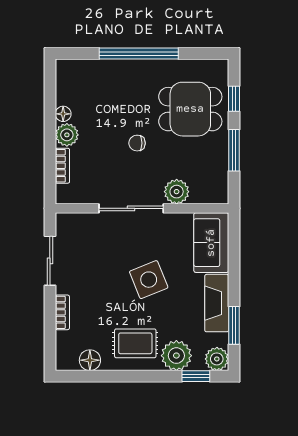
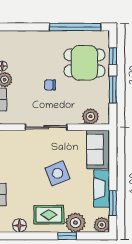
window: (139, 54) -> (75, 27), moved
plant: (177, 192) -> (90, 116), moved
window: (196, 376) -> (67, 236), moved

